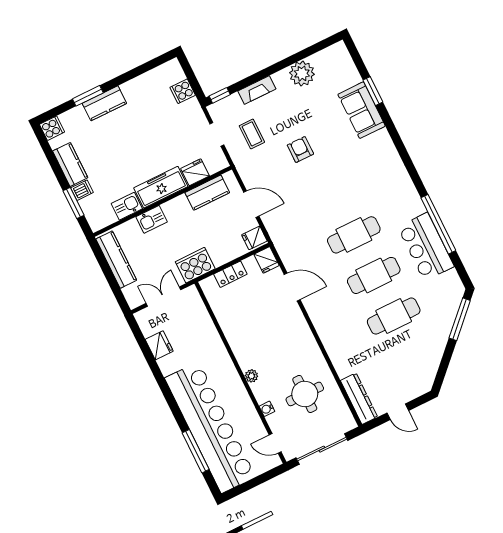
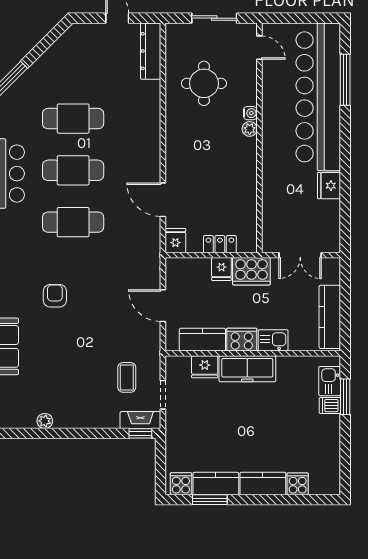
plant: (302, 74) -> (45, 421), width x0.53, depth x0.53
fireplace: (257, 90) -> (140, 420), moved
cooker: (183, 91) -> (181, 484), moved, turned -90
window: (88, 96) -> (210, 500), moved
cooker: (52, 128) -> (298, 484), moved, turned 90
armchair: (300, 150) -> (55, 296), moved, turned 180
kitchen counter: (70, 164) -> (216, 484), moved, turned 90
kitchen sink: (127, 206) -> (330, 381), moved, turned 90
cooker: (176, 208) -> (242, 340), added
fridge: (254, 238) -> (221, 269), moved, turned 90
fridge: (159, 345) -> (329, 186), moved
water cooler: (267, 409) -> (250, 113), moved
sliding door: (322, 449) -> (214, 18), width x0.73

